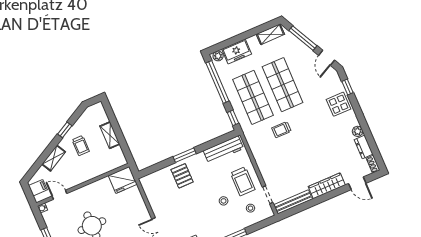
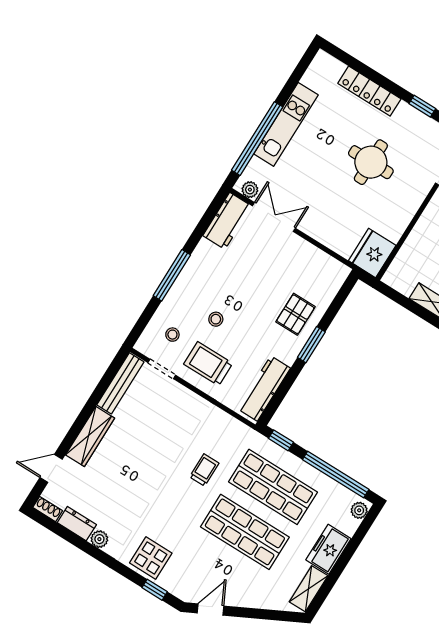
window: (303, 38) -> (261, 614), removed
freezer: (237, 52) -> (328, 549), moved
door: (327, 58) -> (210, 609), hinge flipped
pallet: (182, 176) -> (295, 314), turned 90

